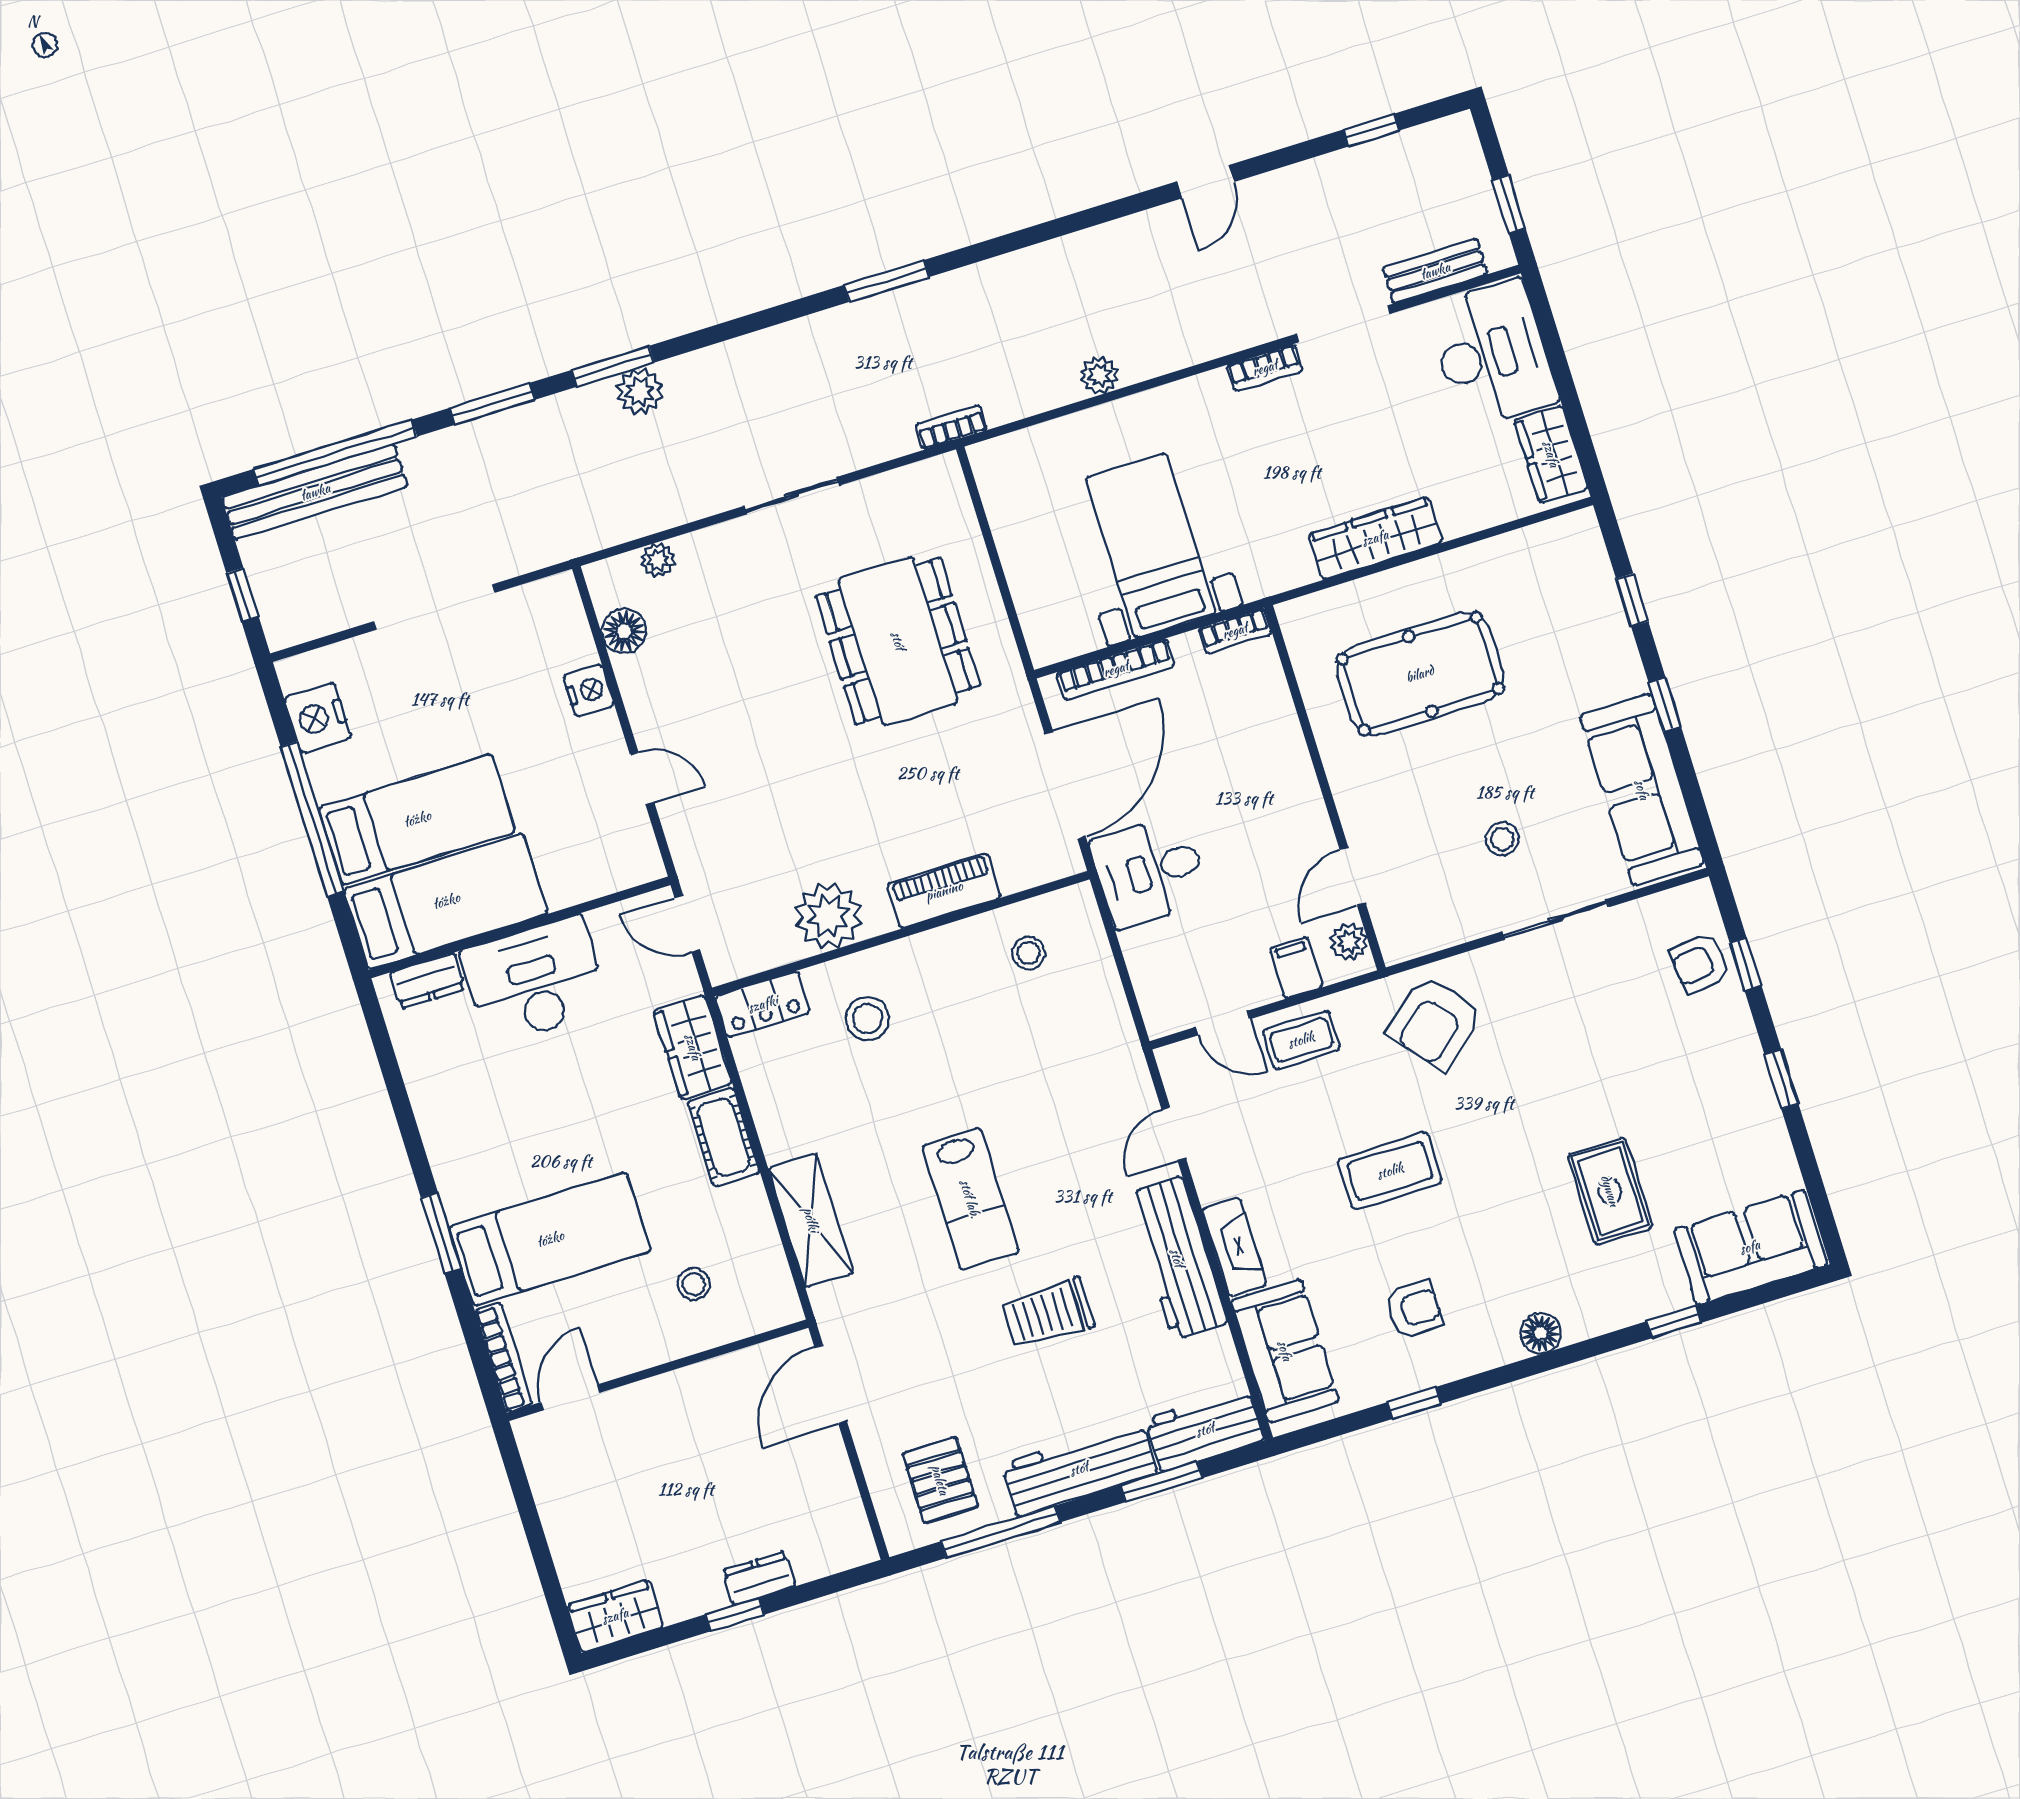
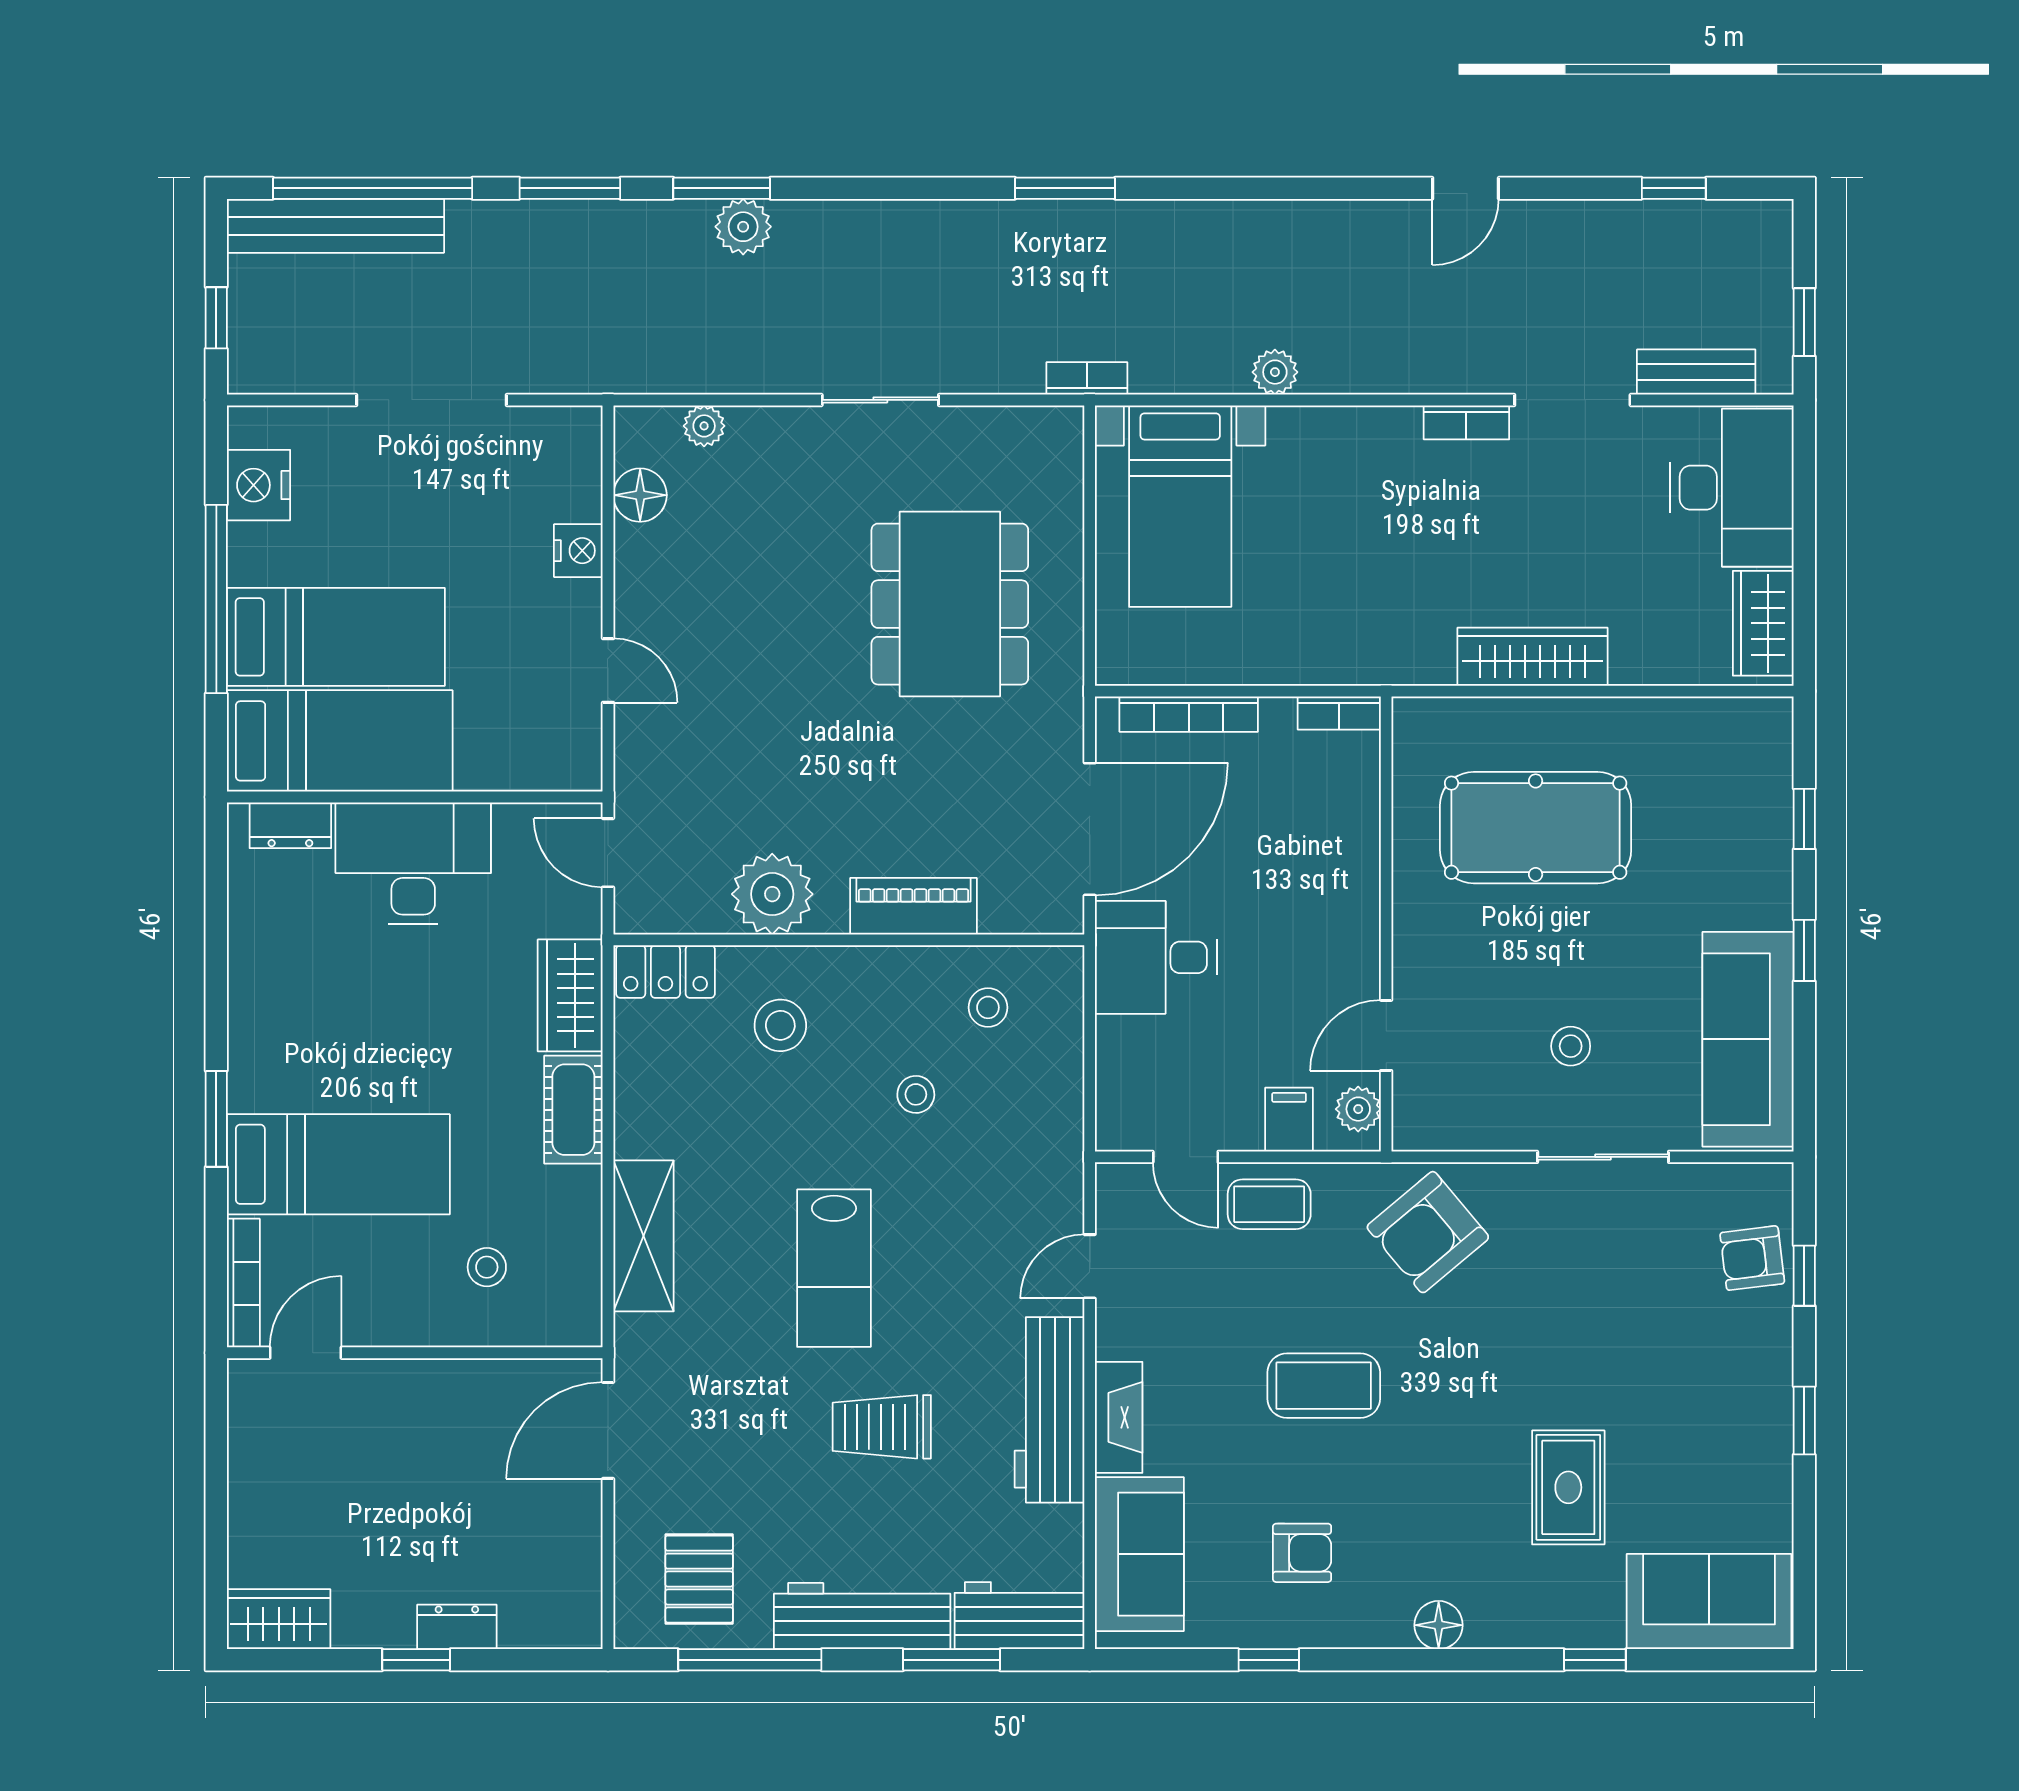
bed with nightstands: (1151, 546) -> (1180, 506), moved, turned 180
stool: (993, 1040) -> (916, 1094), added

